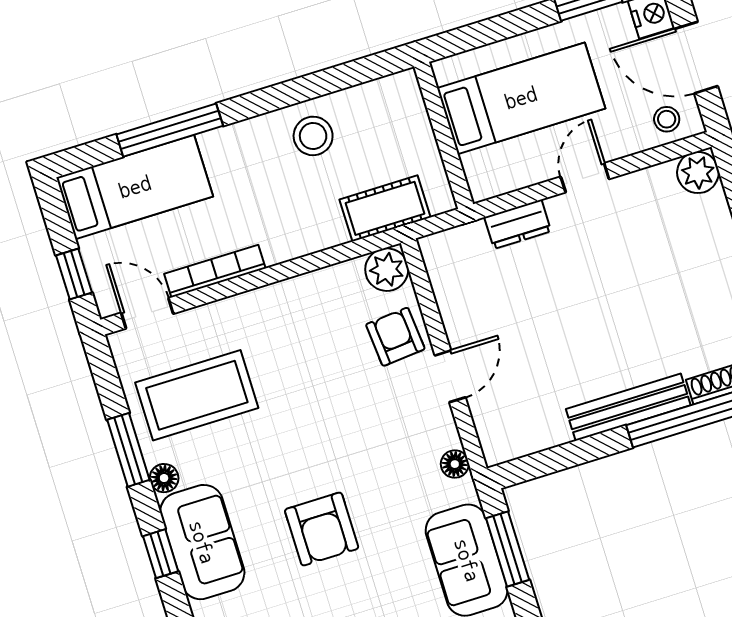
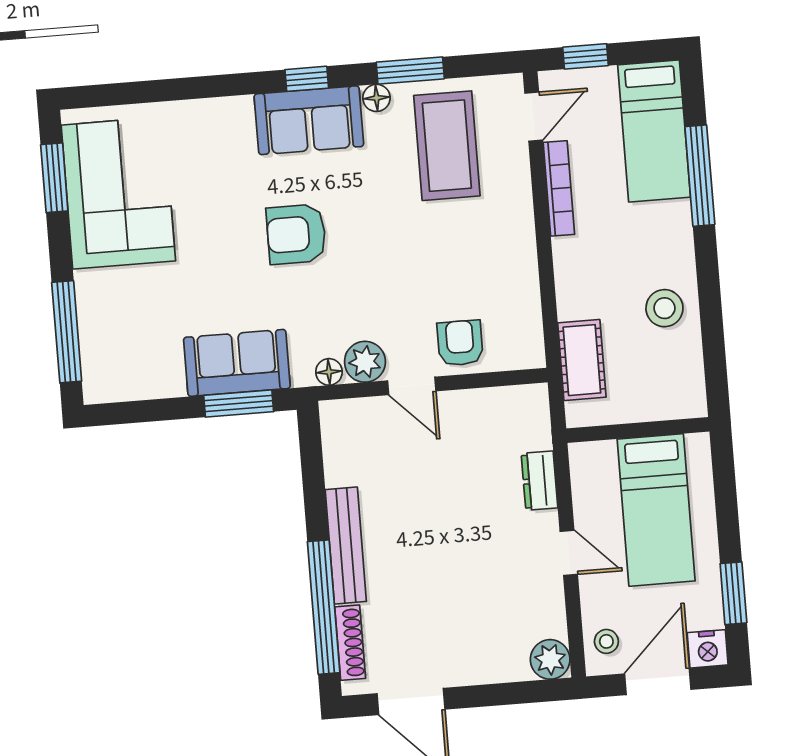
plant: (387, 270) -> (365, 362), moved
armchair: (395, 337) -> (460, 343), turned -85

